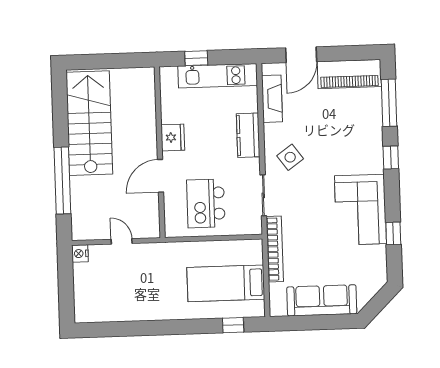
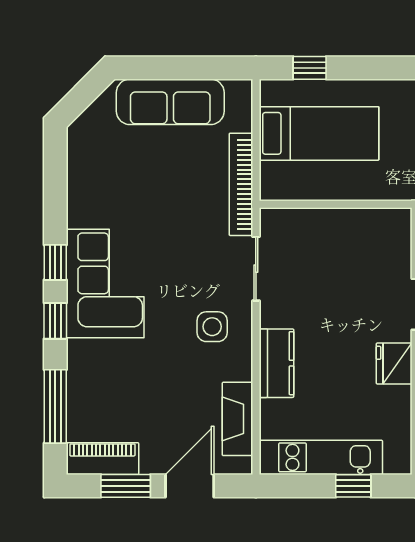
window: (342, 53) -> (126, 486), added
piano: (349, 74) -> (102, 459), width x0.73, depth x0.75
side table: (290, 157) -> (212, 327), turned 36
kitchen island: (206, 203) -> (346, 259), removed
corner sofa: (360, 210) -> (105, 283), moved
window: (393, 233) -> (55, 262), moved

